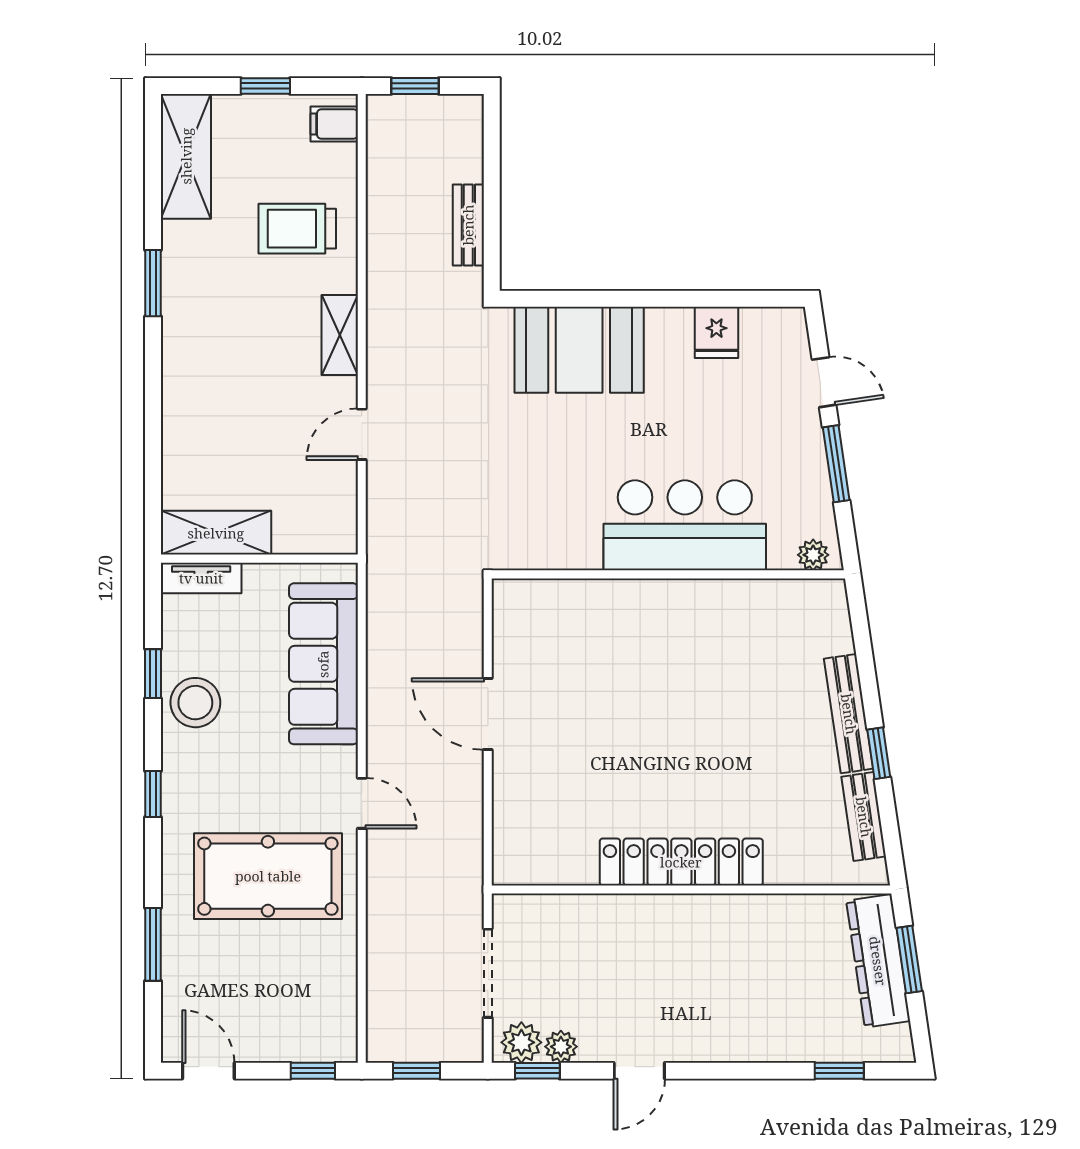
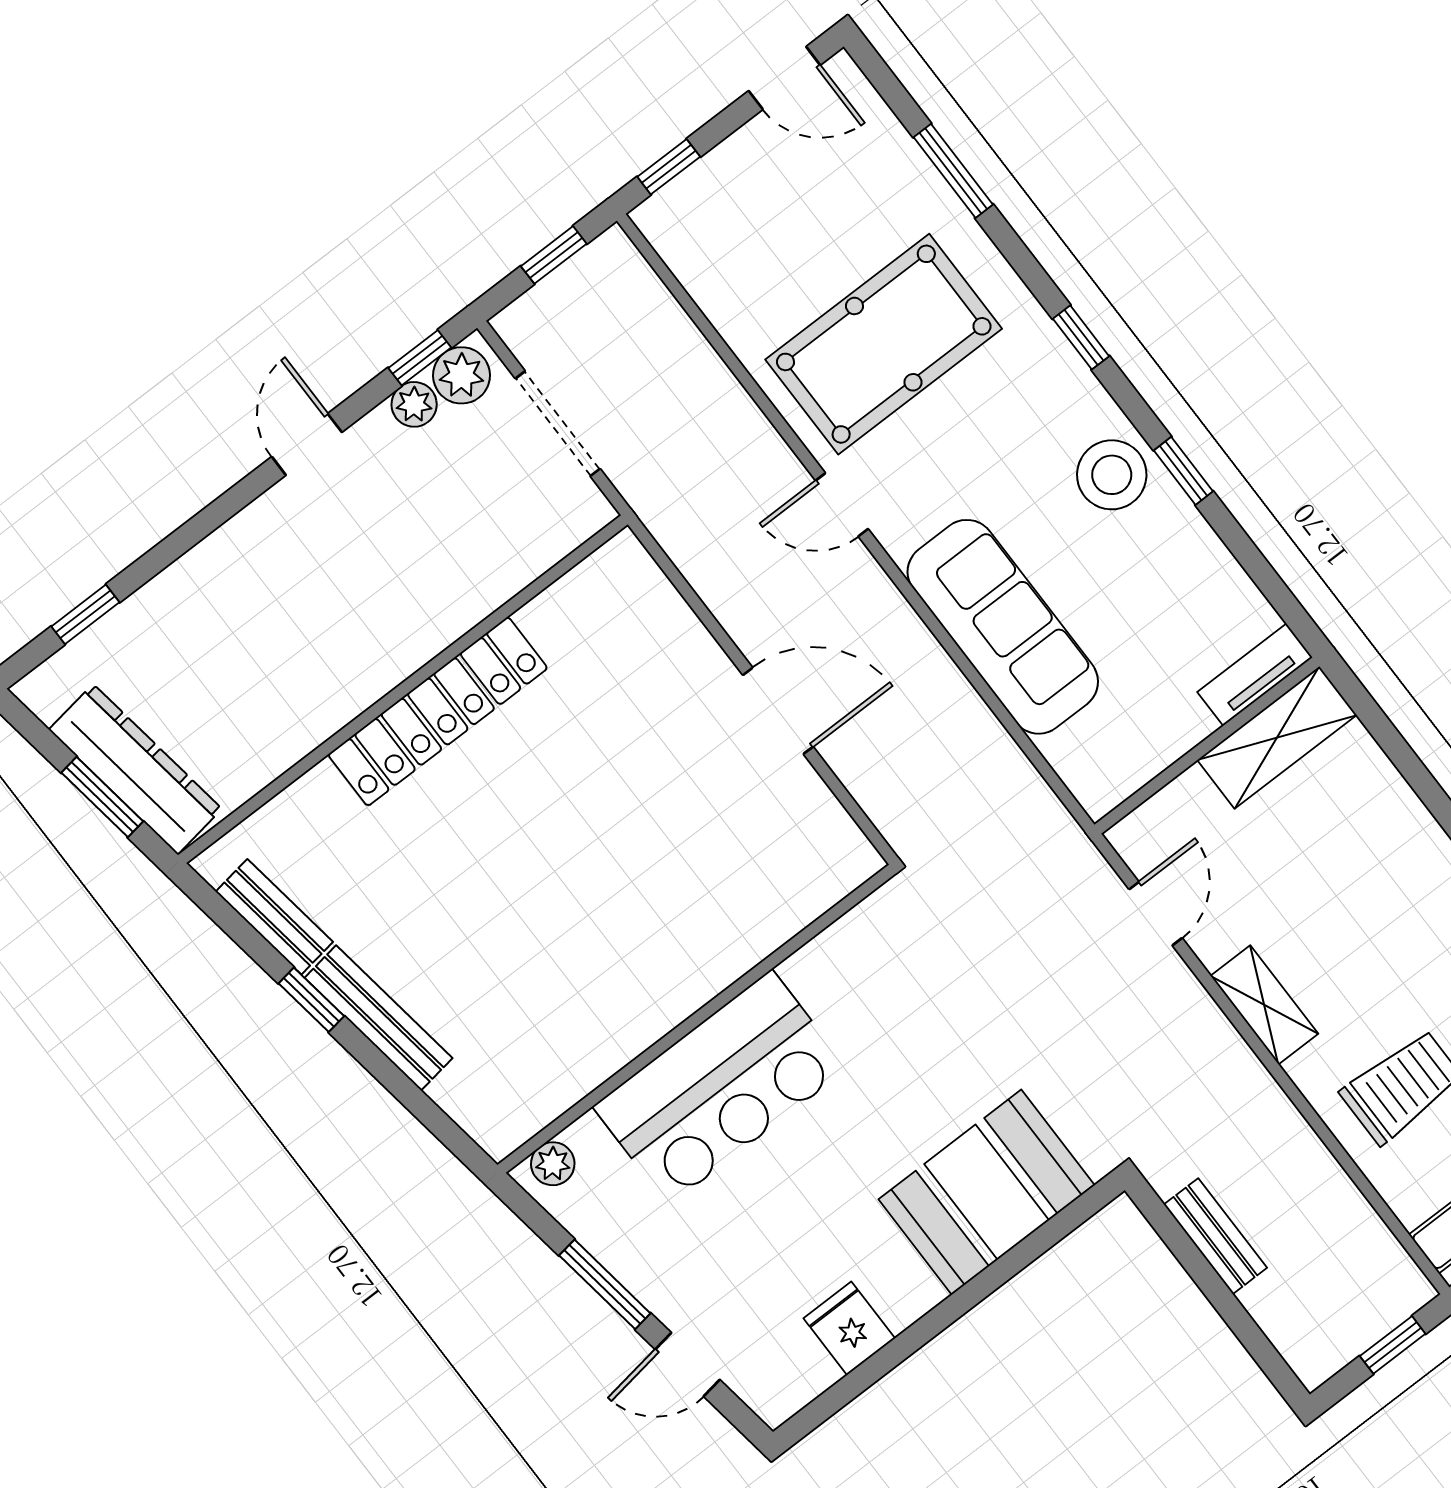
shelving: (216, 533) -> (1277, 737), moved
wall: (259, 559) -> (1207, 745), moved
tv unit: (201, 578) -> (1255, 675), moved

